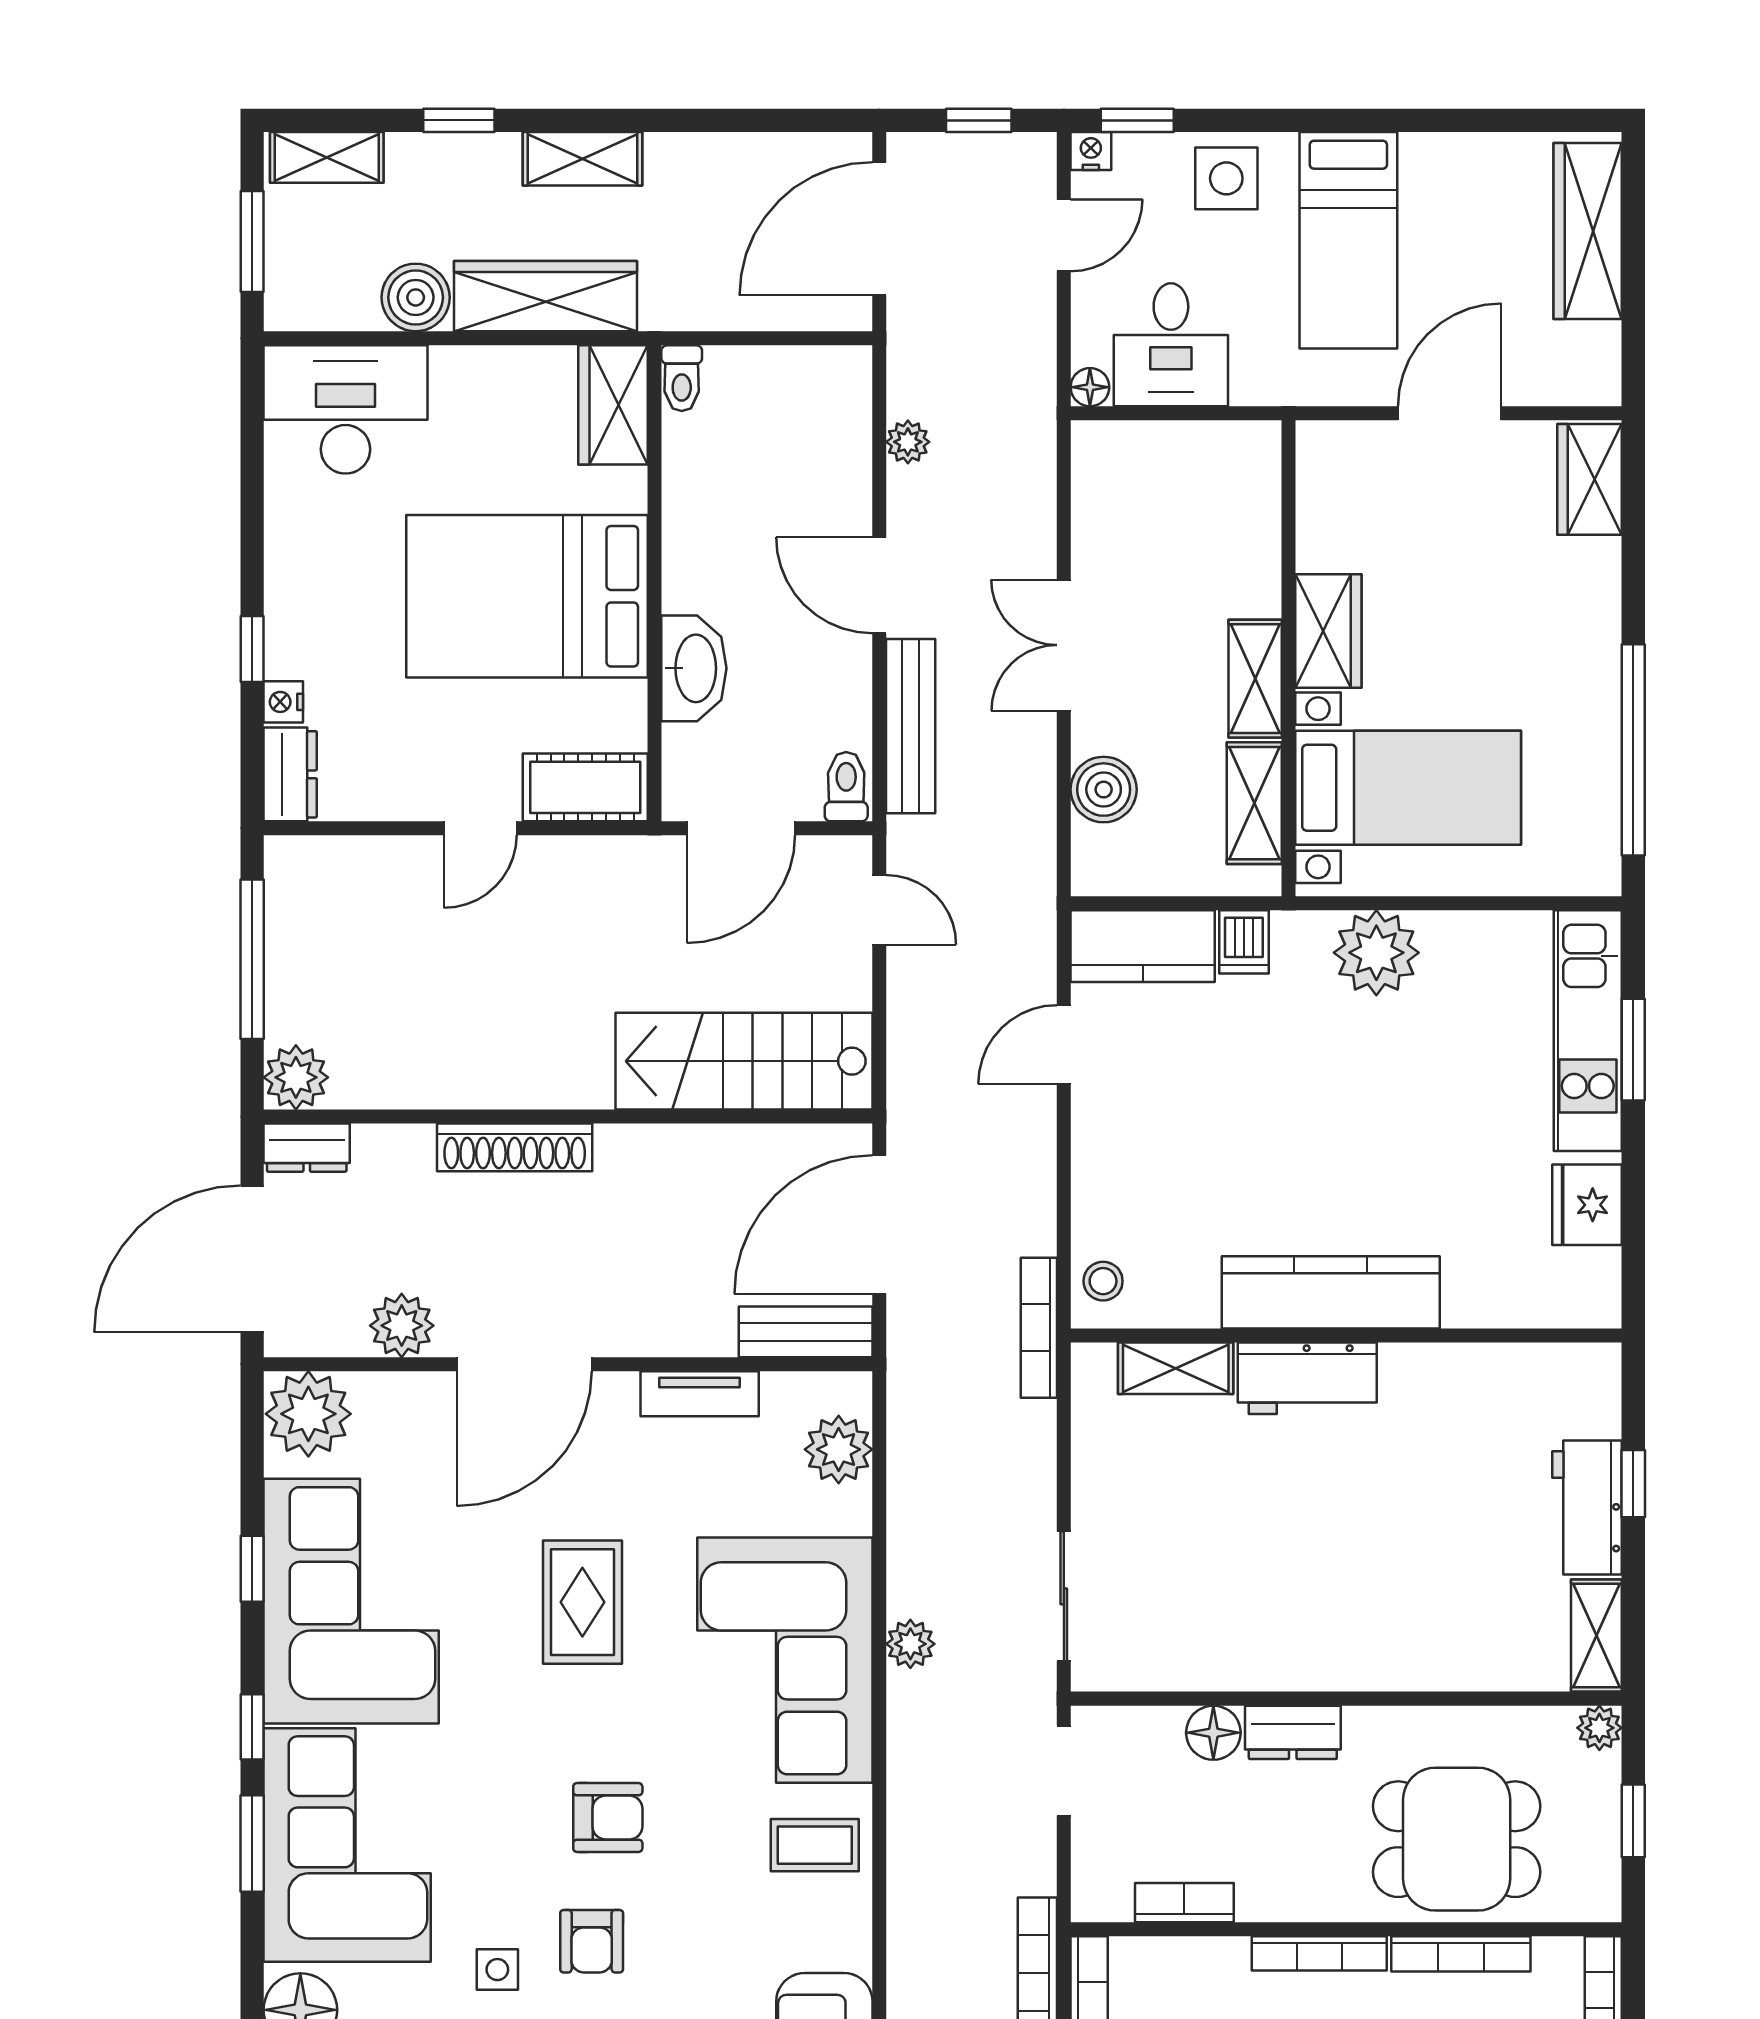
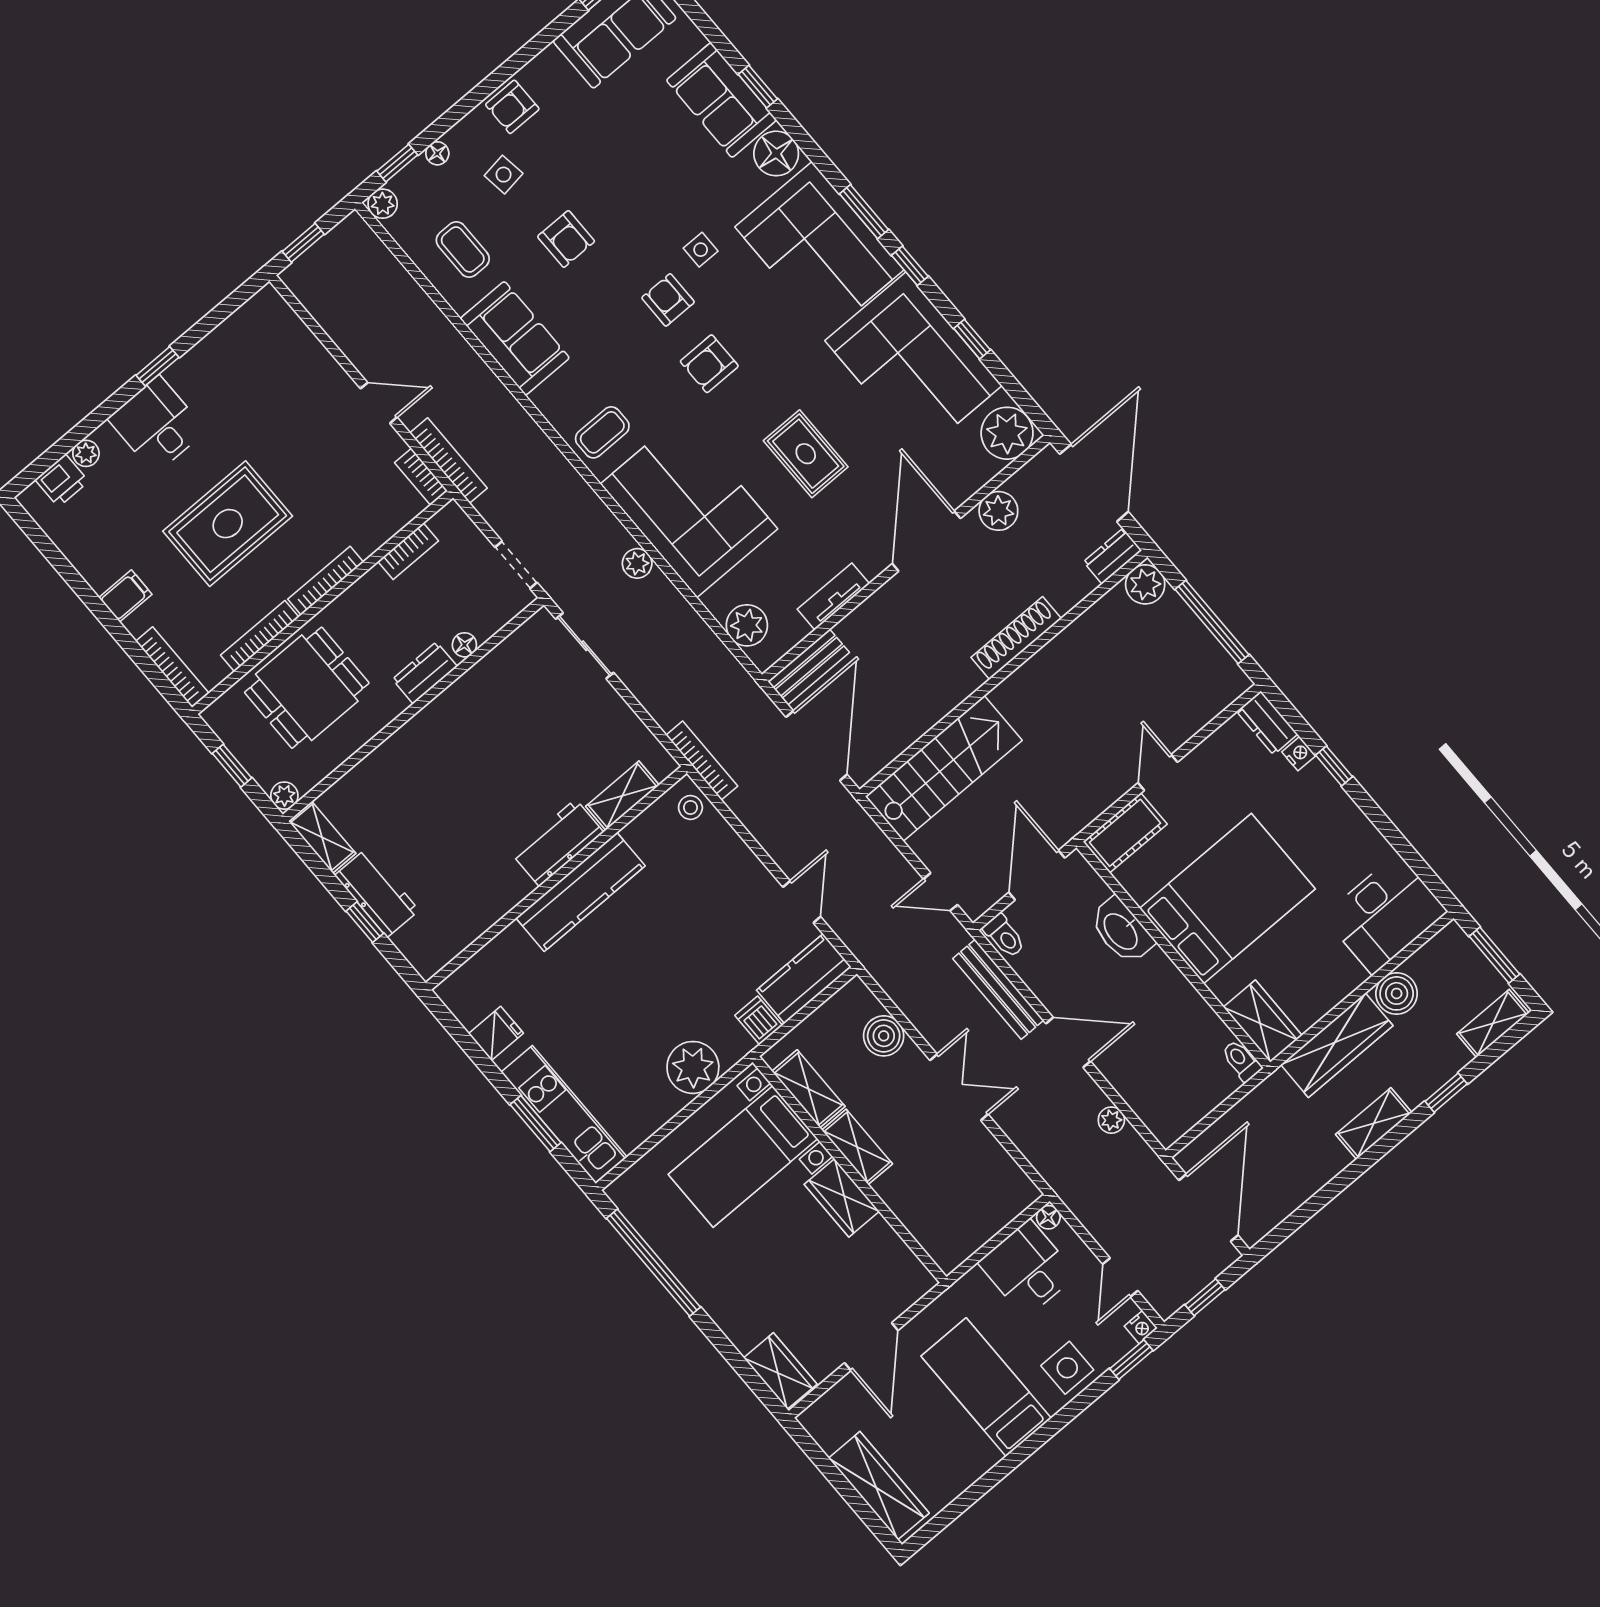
fridge: (1587, 1205) -> (496, 1033), width x0.72
floor lamp: (1213, 1733) -> (464, 645), width x0.73, depth x0.73

